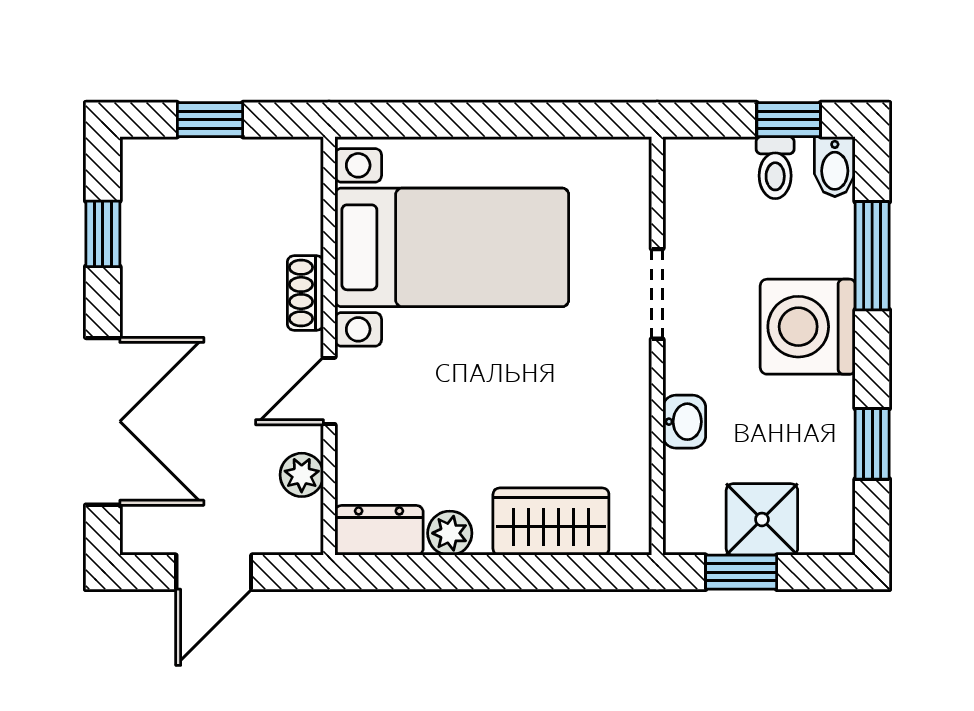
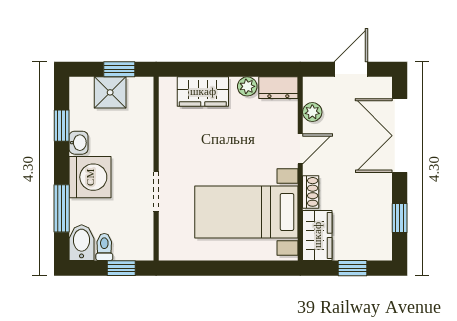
window: (789, 120) -> (121, 268), moved
bidet: (835, 167) -> (82, 243), width x1.38, depth x1.36
wardrobe: (290, 194) -> (317, 235), added
washbasin: (684, 422) -> (79, 143), moved, turned 180

